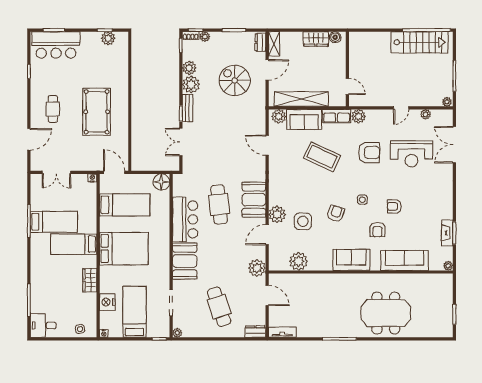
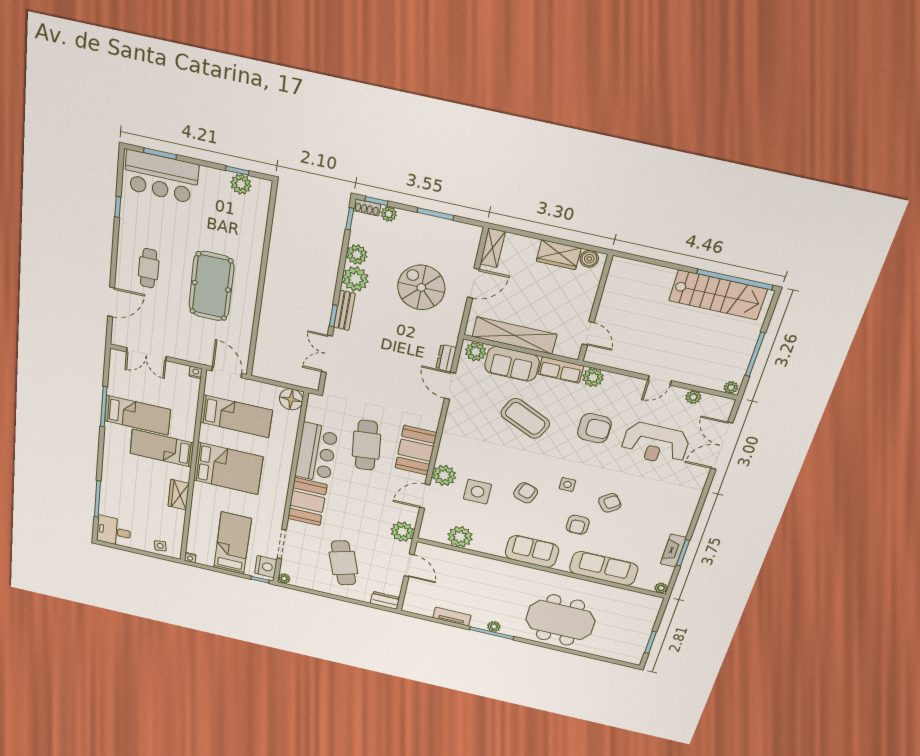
dresser: (260, 42) -> (446, 358), moved
armchair: (394, 206) -> (610, 503), turned 143
nightstand: (107, 302) -> (266, 567), moved, turned 180
tv unit: (282, 332) -> (452, 617), moved
plant: (340, 332) -> (494, 627), added

